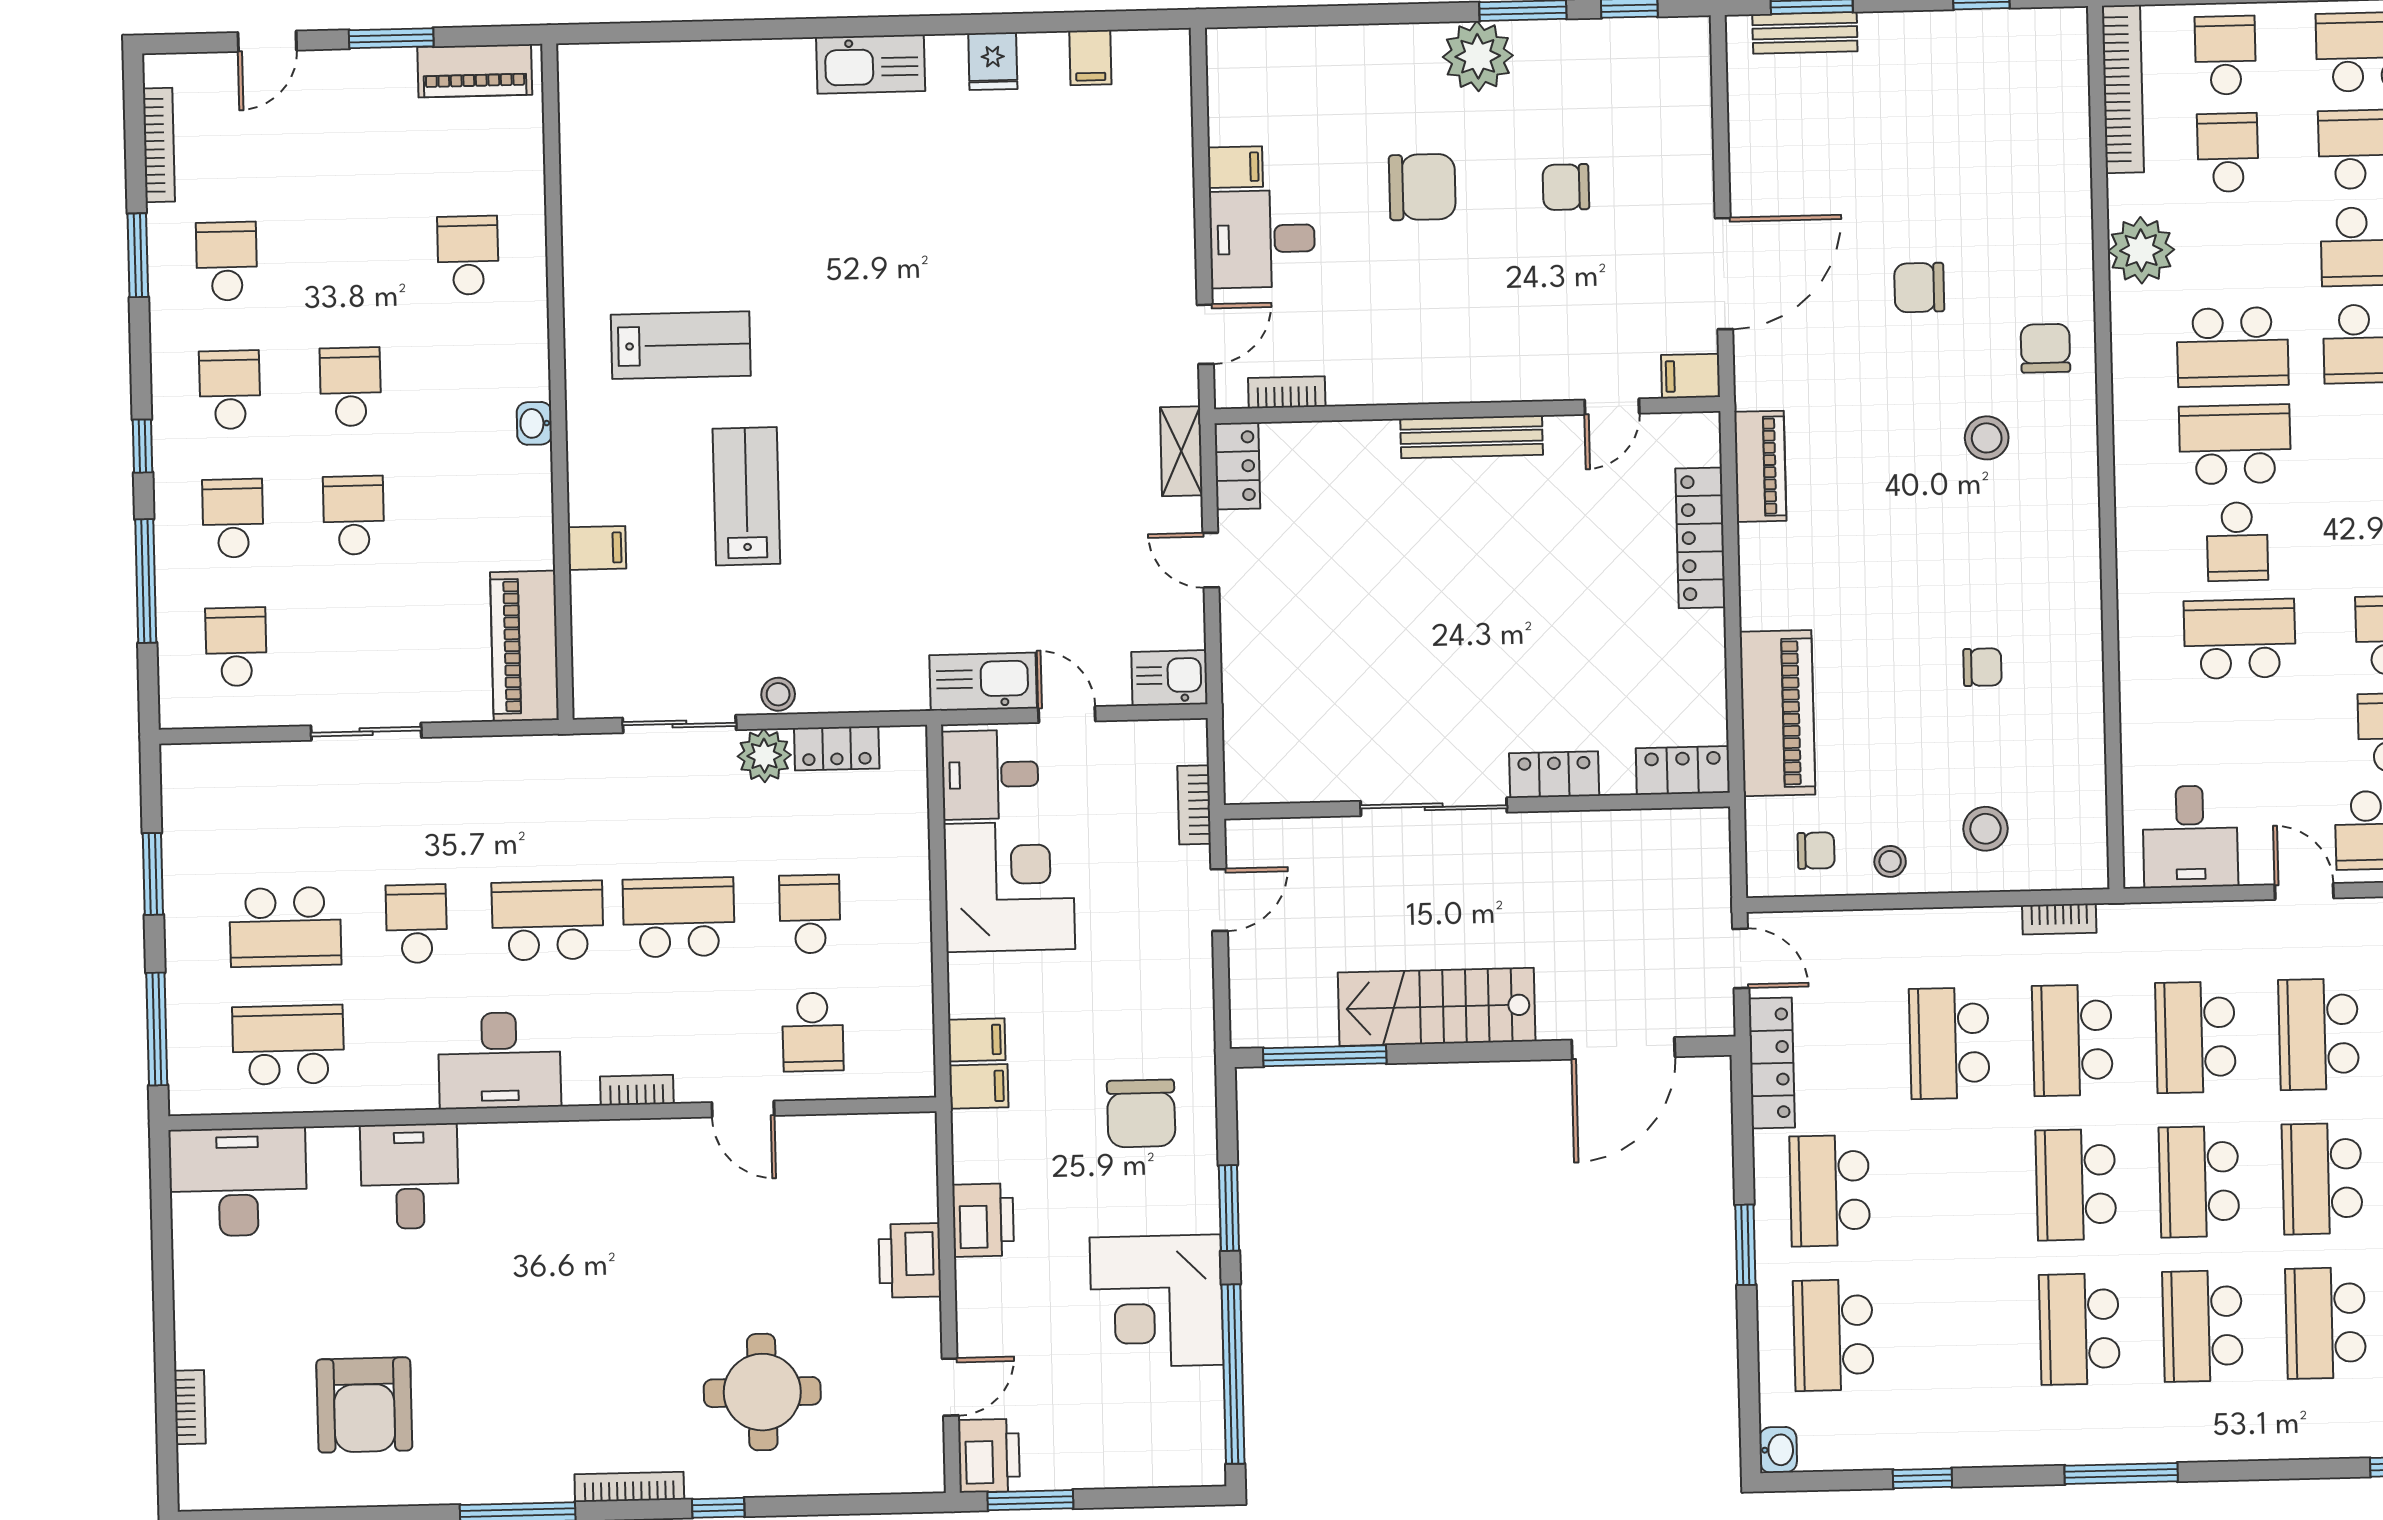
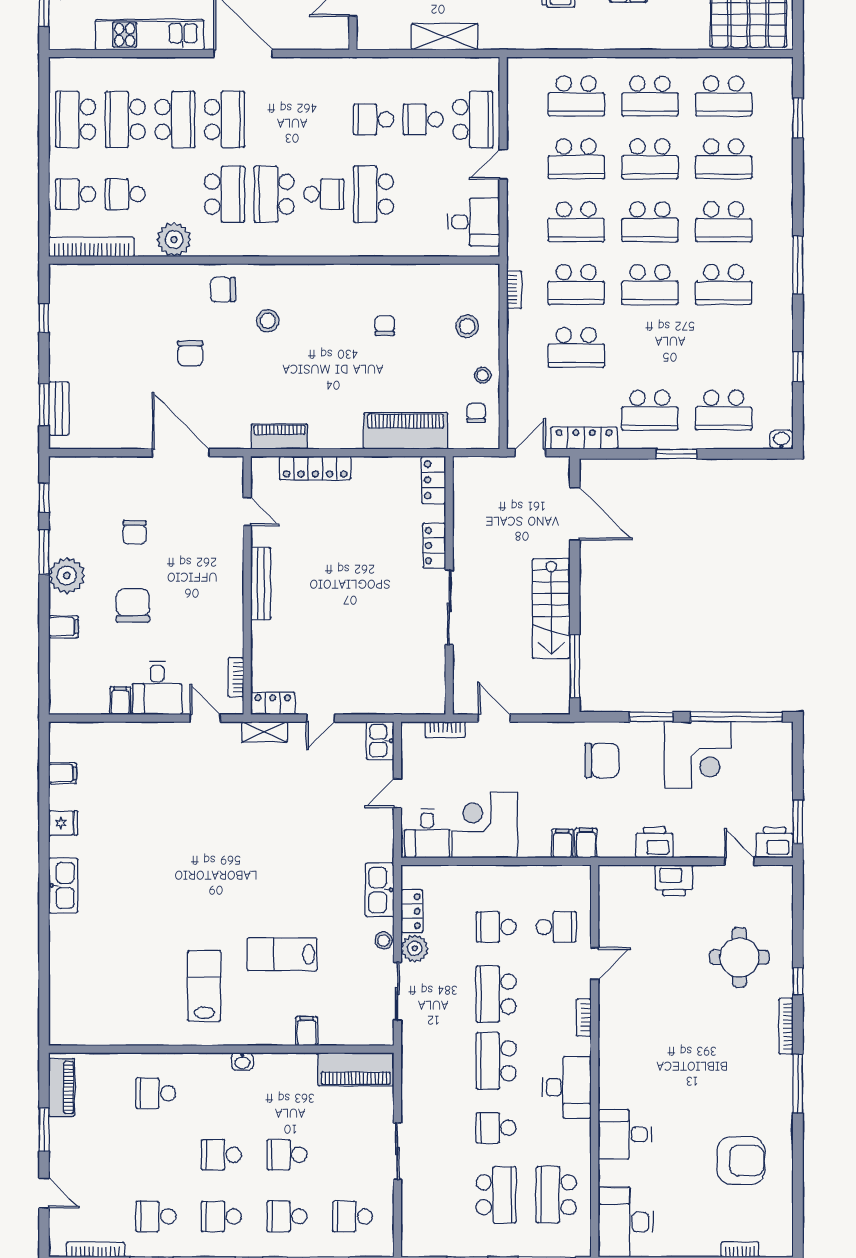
filing cabinet: (1691, 376) -> (64, 627), moved, turned -90
kitchen sink: (983, 682) -> (380, 890), moved

